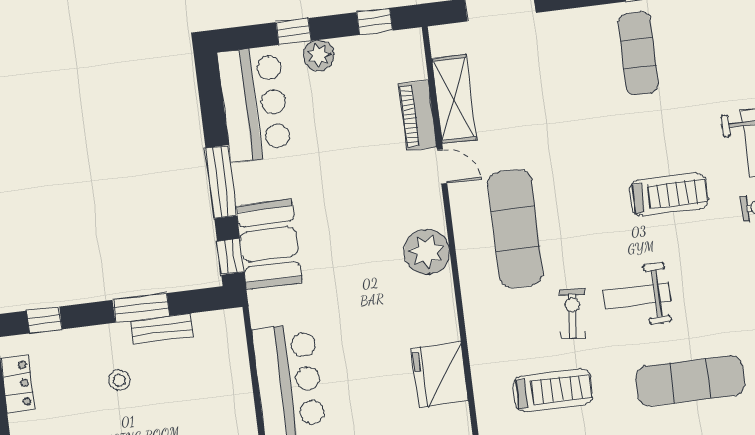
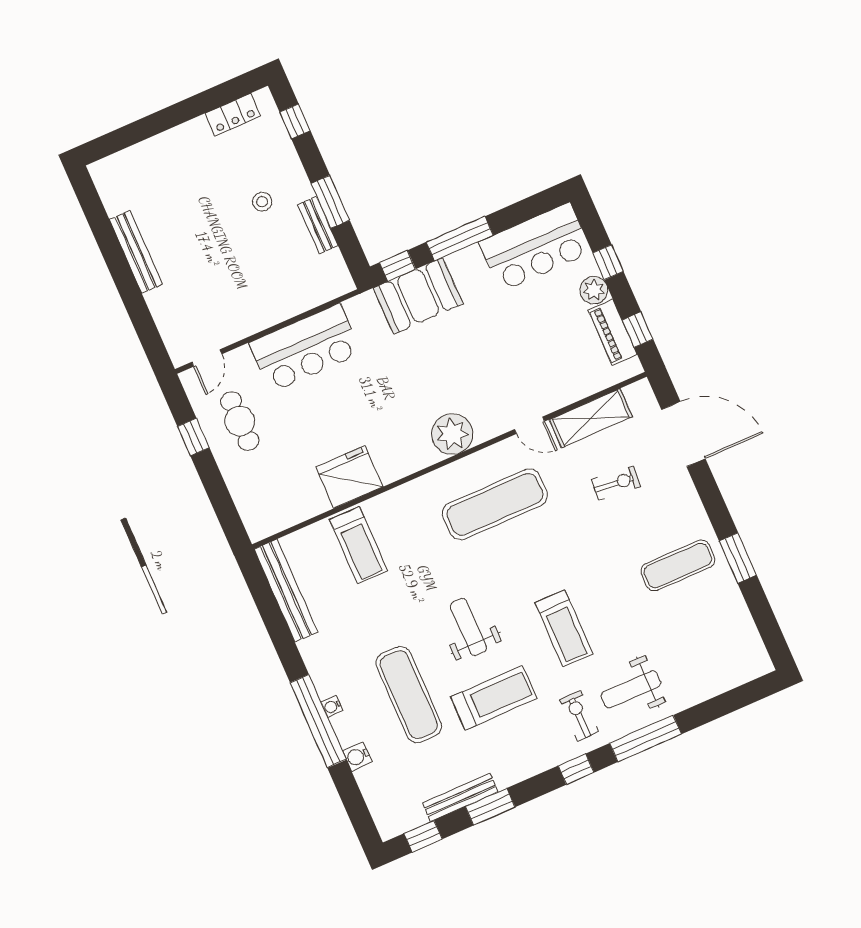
piano: (418, 116) -> (613, 332), moved, turned -90
door: (442, 167) -> (530, 425), hinge flipped
treadmill: (721, 291) -> (494, 698), added
exercise bike: (573, 314) -> (616, 483), moved
treadmill: (553, 390) -> (359, 545), moved

